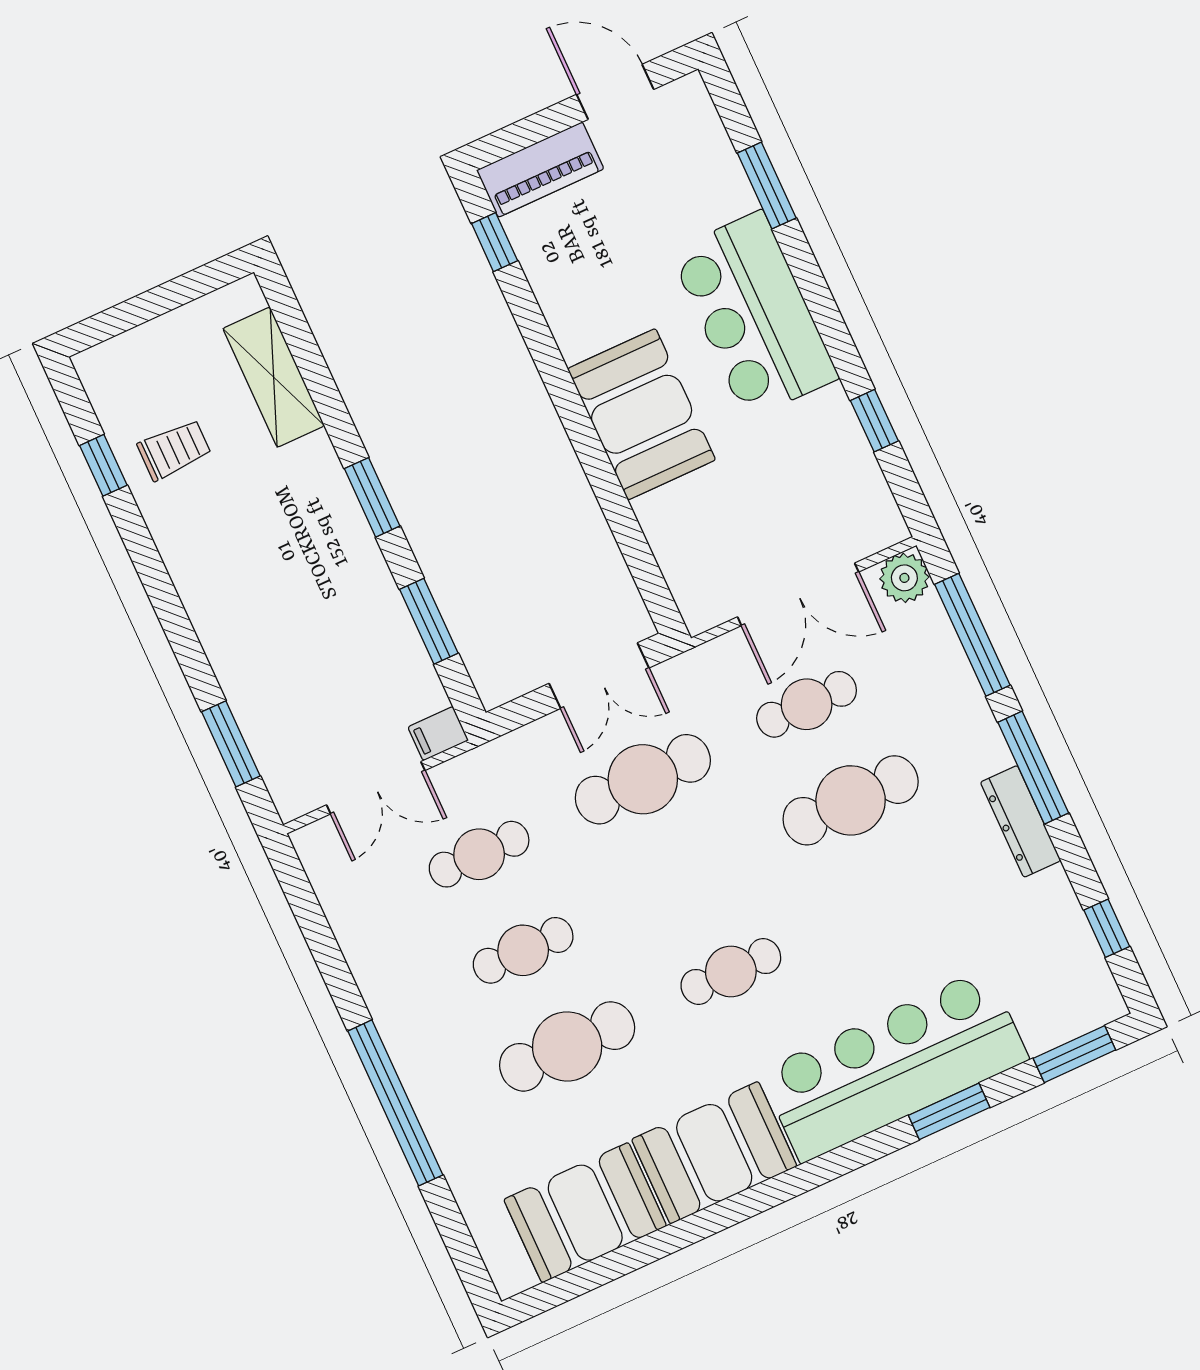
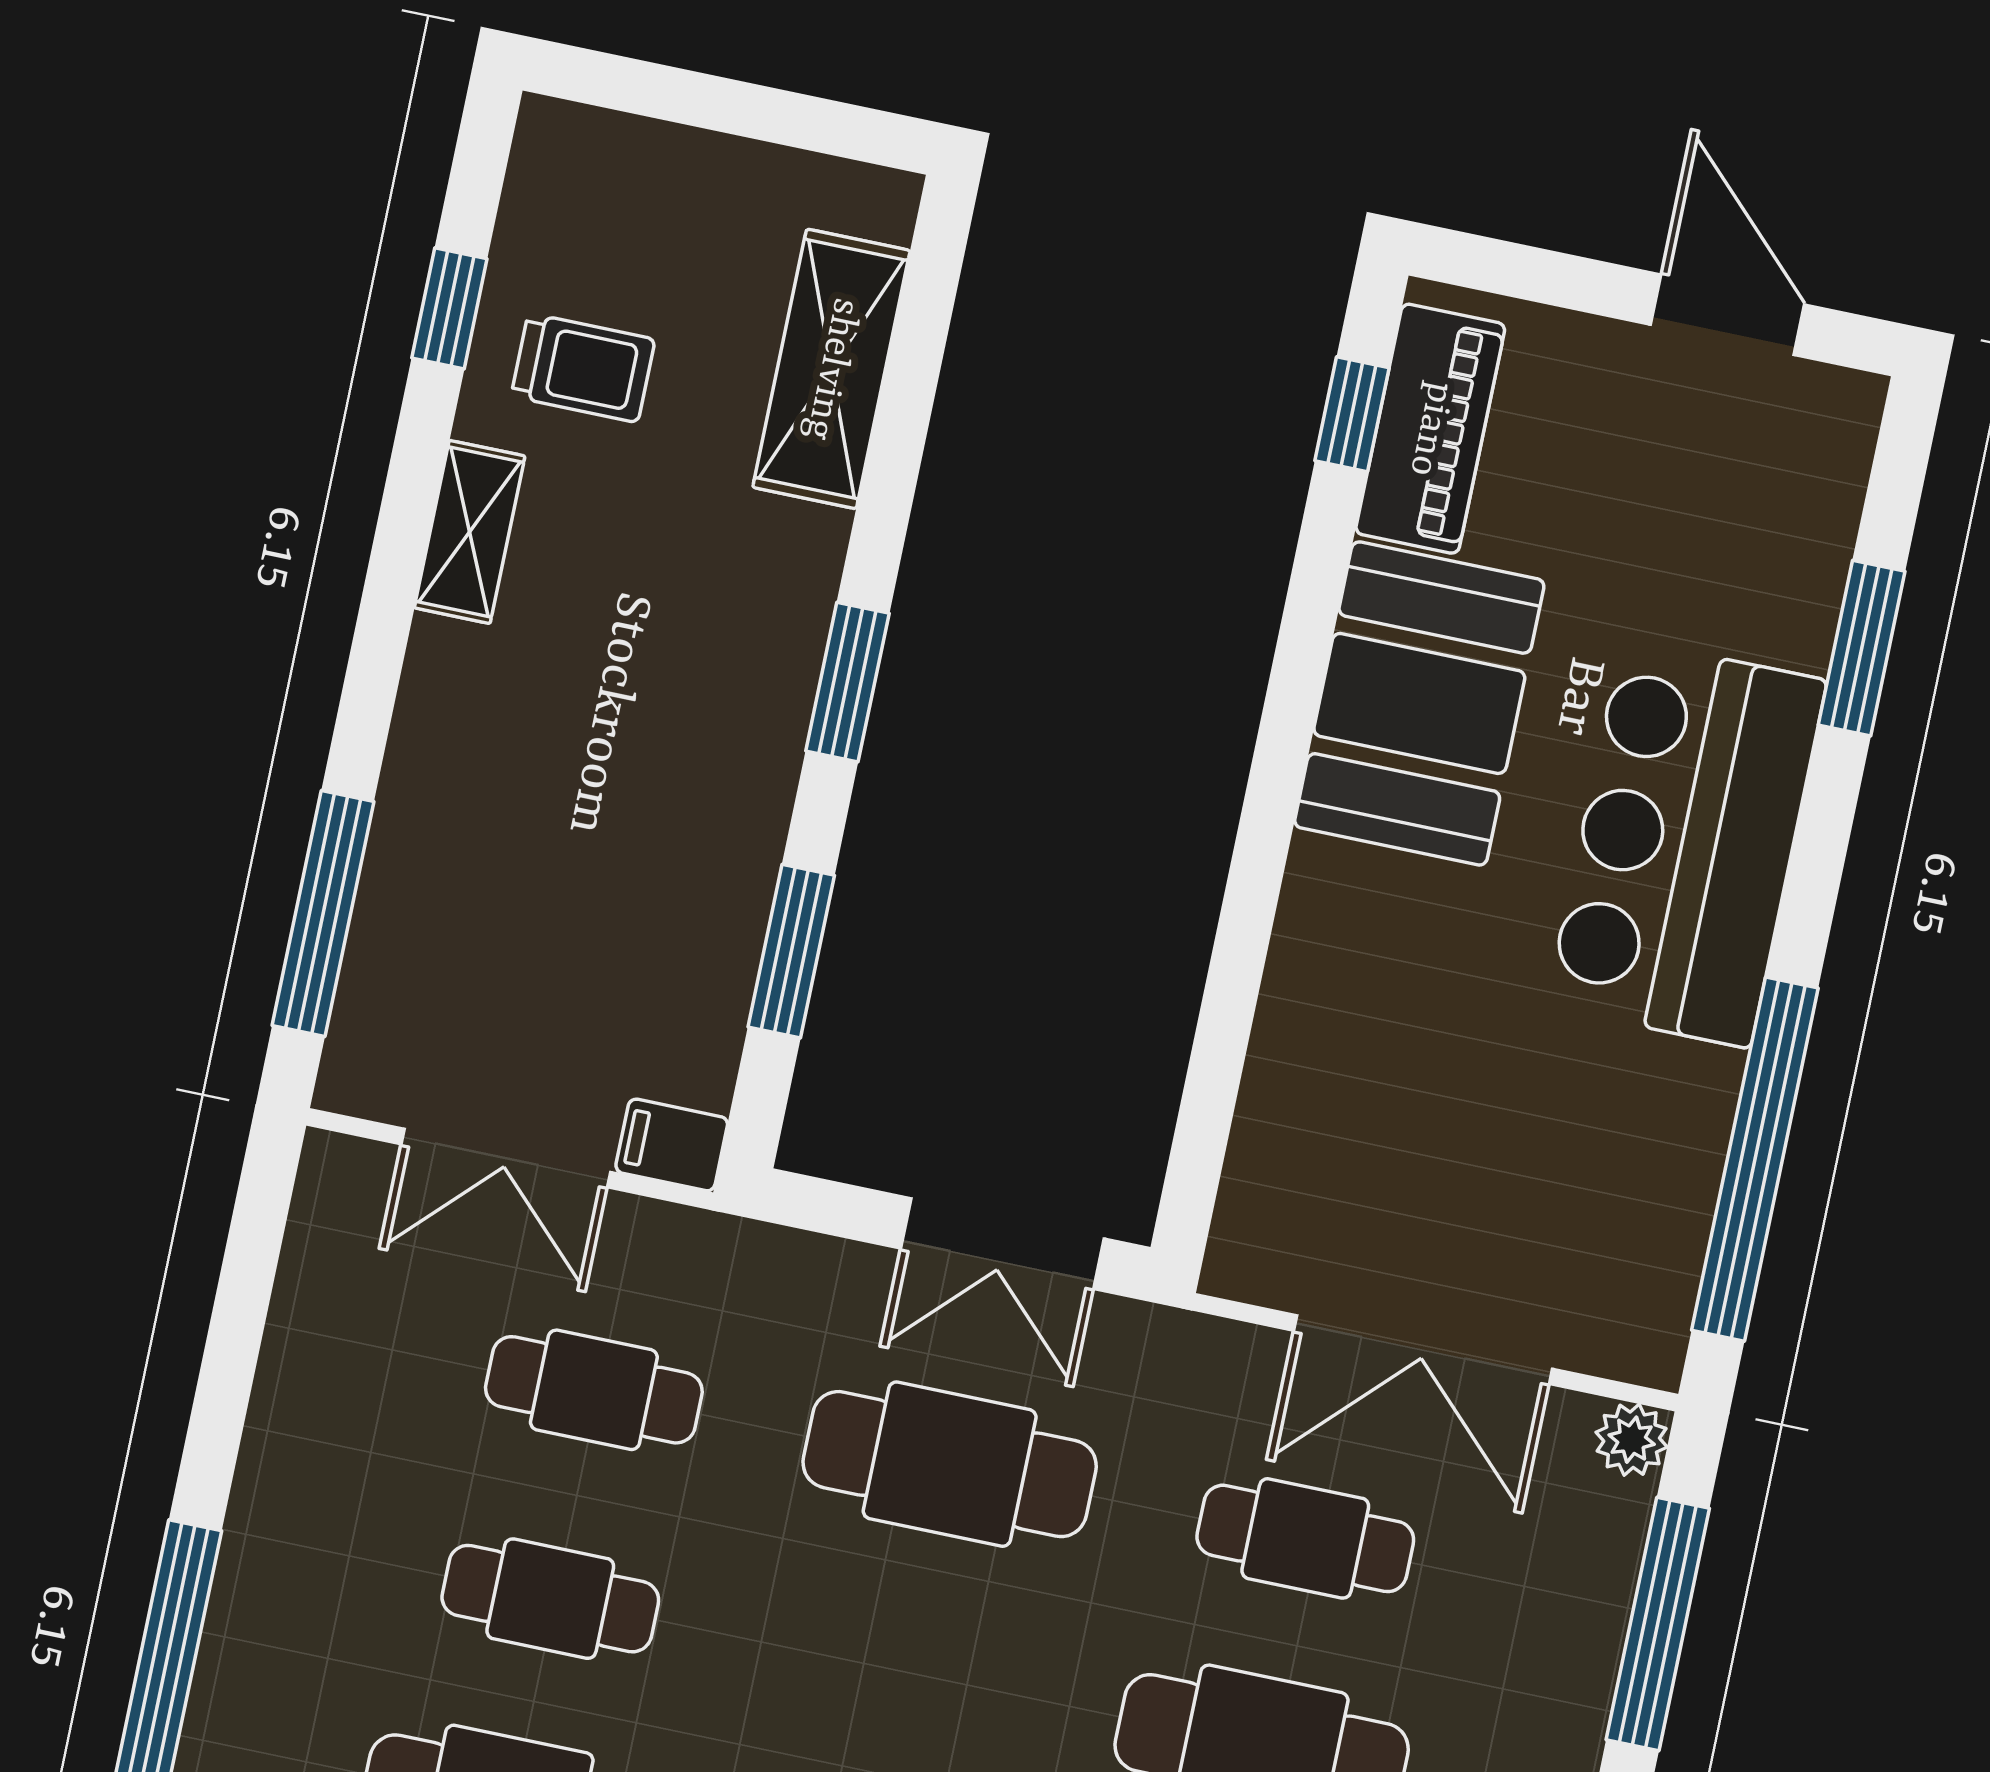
piano: (540, 170) -> (1430, 429), moved, turned -90
booth: (642, 414) -> (1419, 703), moved
window: (874, 421) -> (1755, 1159), width x3.17
shelving: (177, 549) -> (470, 532), added
plant: (904, 578) -> (1632, 1440), width x0.73, depth x0.73
window: (231, 744) -> (323, 913), width x1.44

